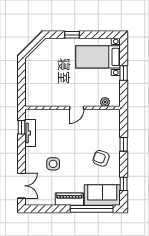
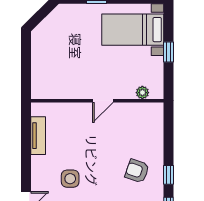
window: (22, 127) -> (26, 128), removed
window: (124, 144) -> (169, 175), moved

